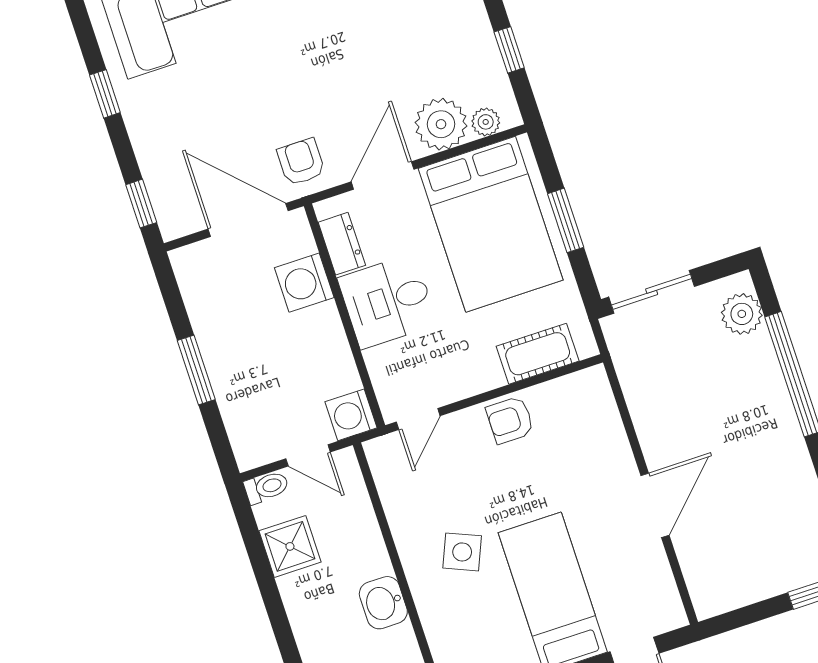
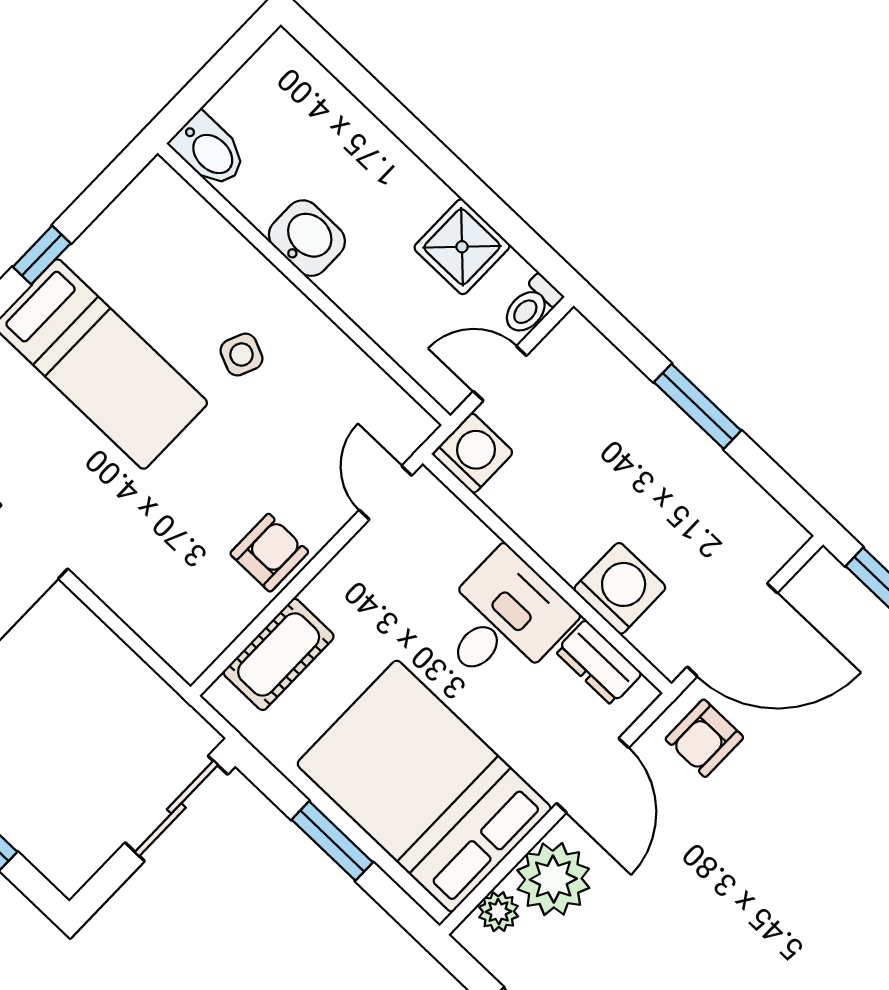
armchair: (301, 162) -> (704, 738), turned 90
plant: (742, 314) -> (48, 841), removed
side table: (462, 552) -> (241, 355), width x0.73, depth x0.73

